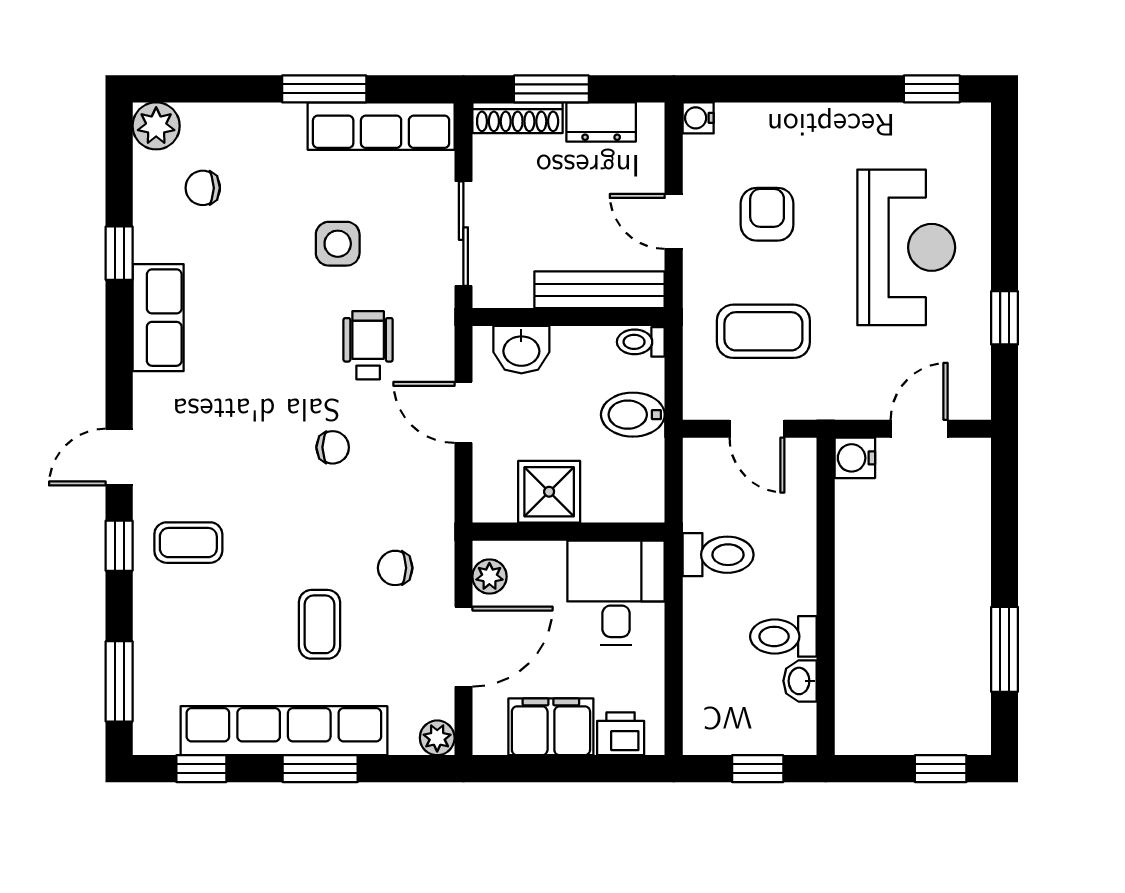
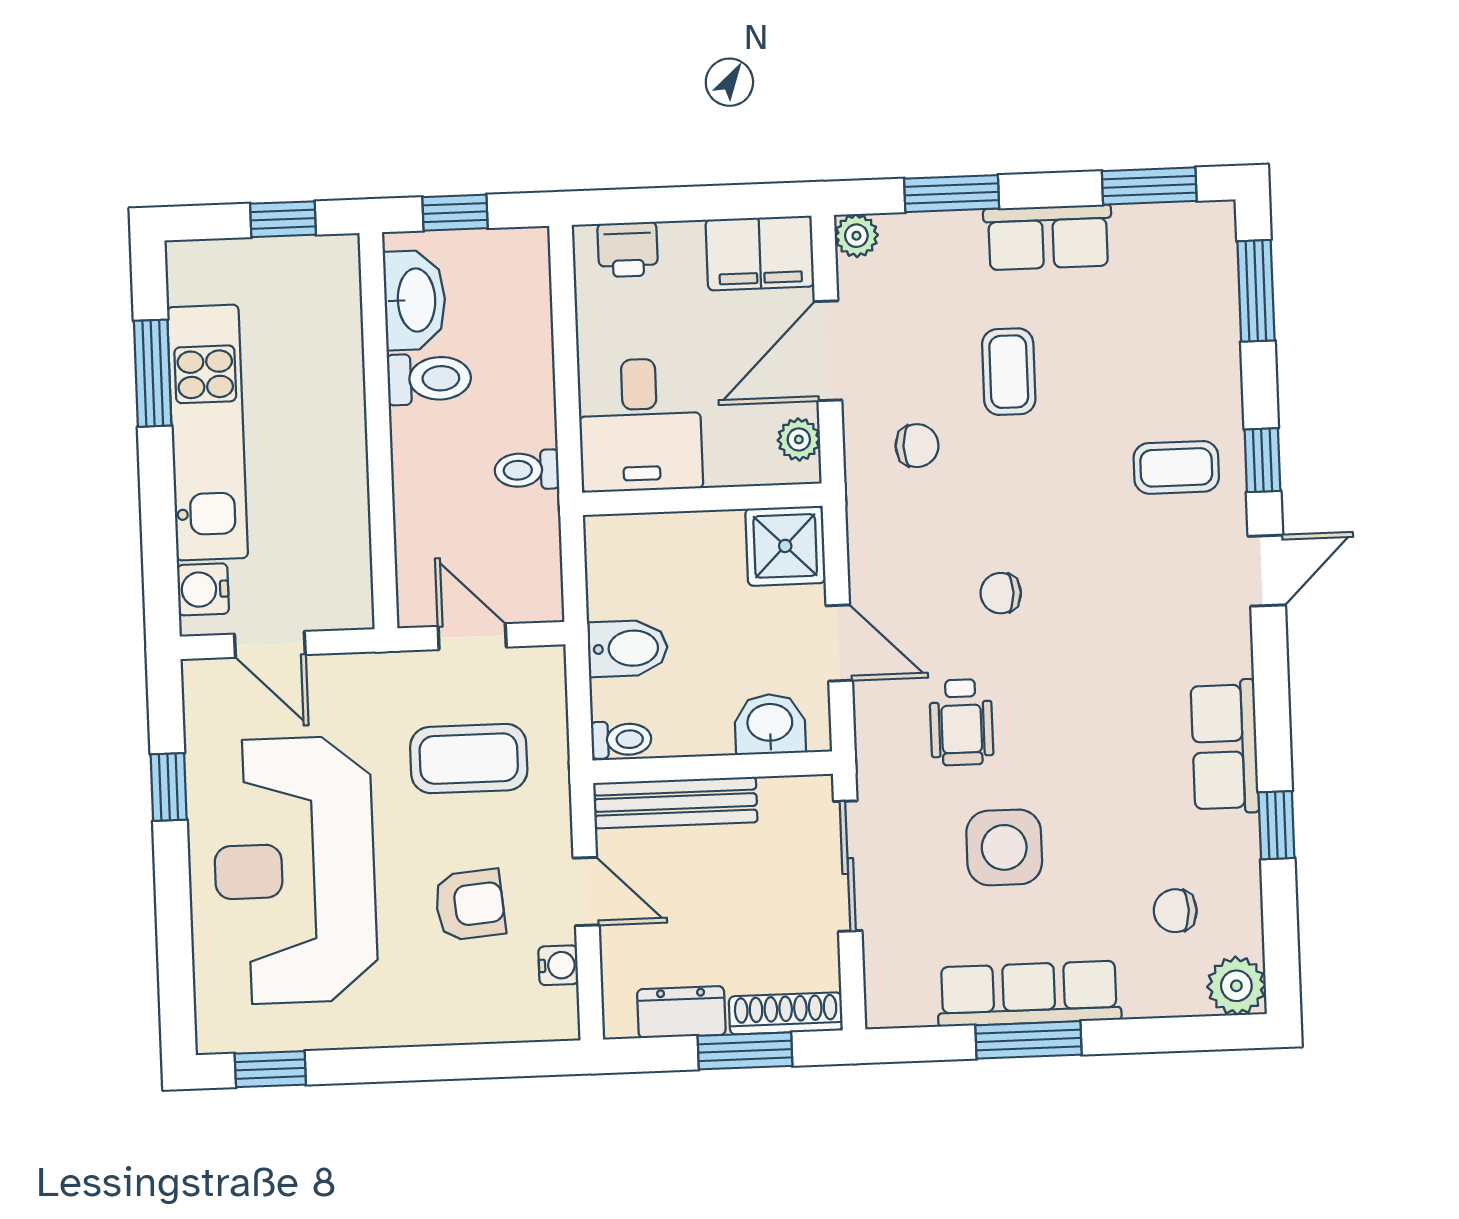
water cooler: (698, 118) -> (558, 965), moved
row of seats: (381, 126) -> (1029, 994), moved
chair: (203, 188) -> (1175, 911), turned 180
armchair: (767, 214) -> (470, 905), turned -95
side table: (338, 244) -> (1004, 847), width x1.37, depth x1.37
reception desk: (906, 247) -> (295, 870), width x1.36, depth x1.30
door: (919, 429) -> (270, 644), hinge flipped
water cooler: (855, 458) -> (203, 589), moved, turned 180
shower: (549, 492) -> (785, 546), moved
toilet: (718, 555) -> (527, 470), width x0.73, depth x0.72
kitchen unit: (962, 600) -> (207, 433), added
washbasin: (800, 681) -> (415, 300), width x1.91, depth x1.45
filing cabinet: (551, 727) -> (760, 253), moved
row of seats: (284, 731) -> (1048, 237), width x0.50
window: (201, 769) -> (1149, 186), width x1.50
window: (320, 769) -> (952, 194), moved
window: (941, 769) -> (283, 219), moved

